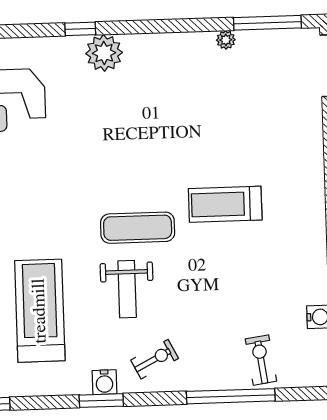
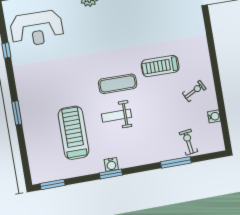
weight bench: (127, 289) -> (116, 116), turned 90
exercise bike: (155, 359) -> (194, 91), moved
window: (231, 396) -> (176, 162), width x0.68

